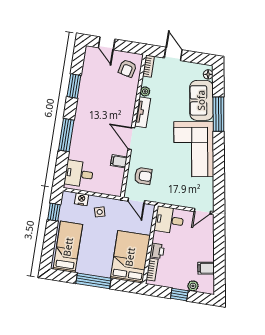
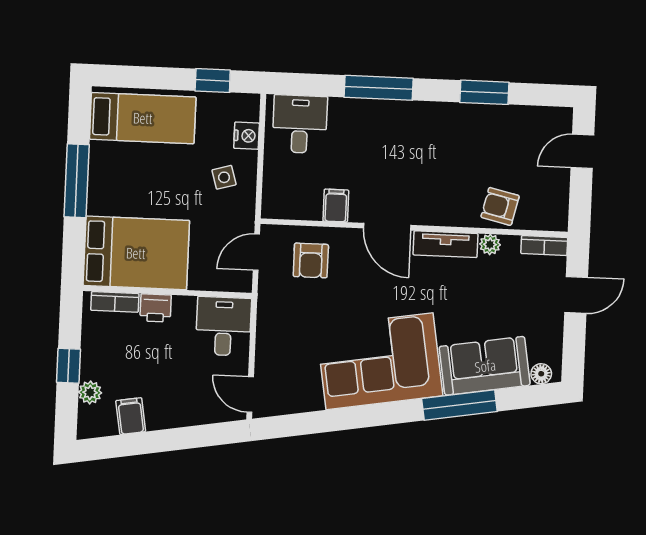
armchair: (127, 68) -> (500, 206), moved
door: (131, 138) -> (387, 227), swing flipped

